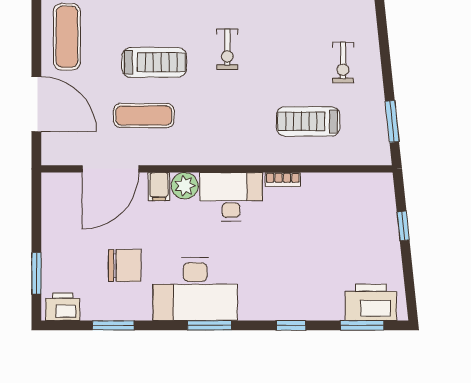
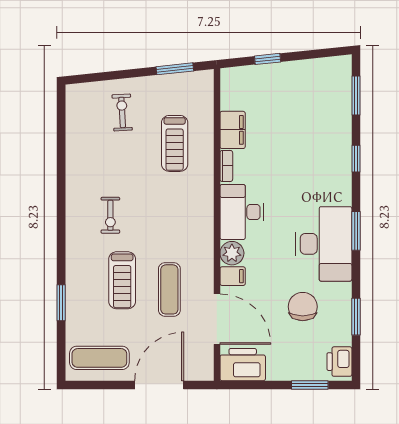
exercise bike: (227, 49) -> (110, 215), turned 90
treadmill: (154, 62) -> (122, 280), turned 180
exercise bike: (343, 62) -> (122, 112), turned -93
filing cabinet: (323, 187) -> (233, 130), added
printer: (371, 302) -> (243, 365), moved, turned 90

